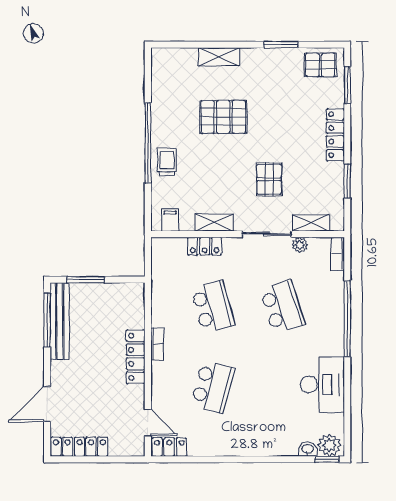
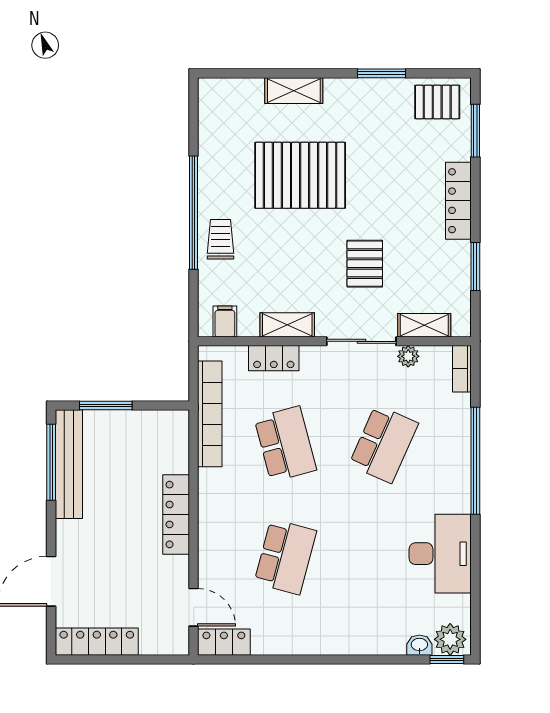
pallet: (223, 117) -> (300, 175), width x1.37, depth x1.41
school desk: (282, 307) -> (384, 444), turned 42
bookcase: (157, 344) -> (210, 414), moved, width x2.31, depth x1.31

